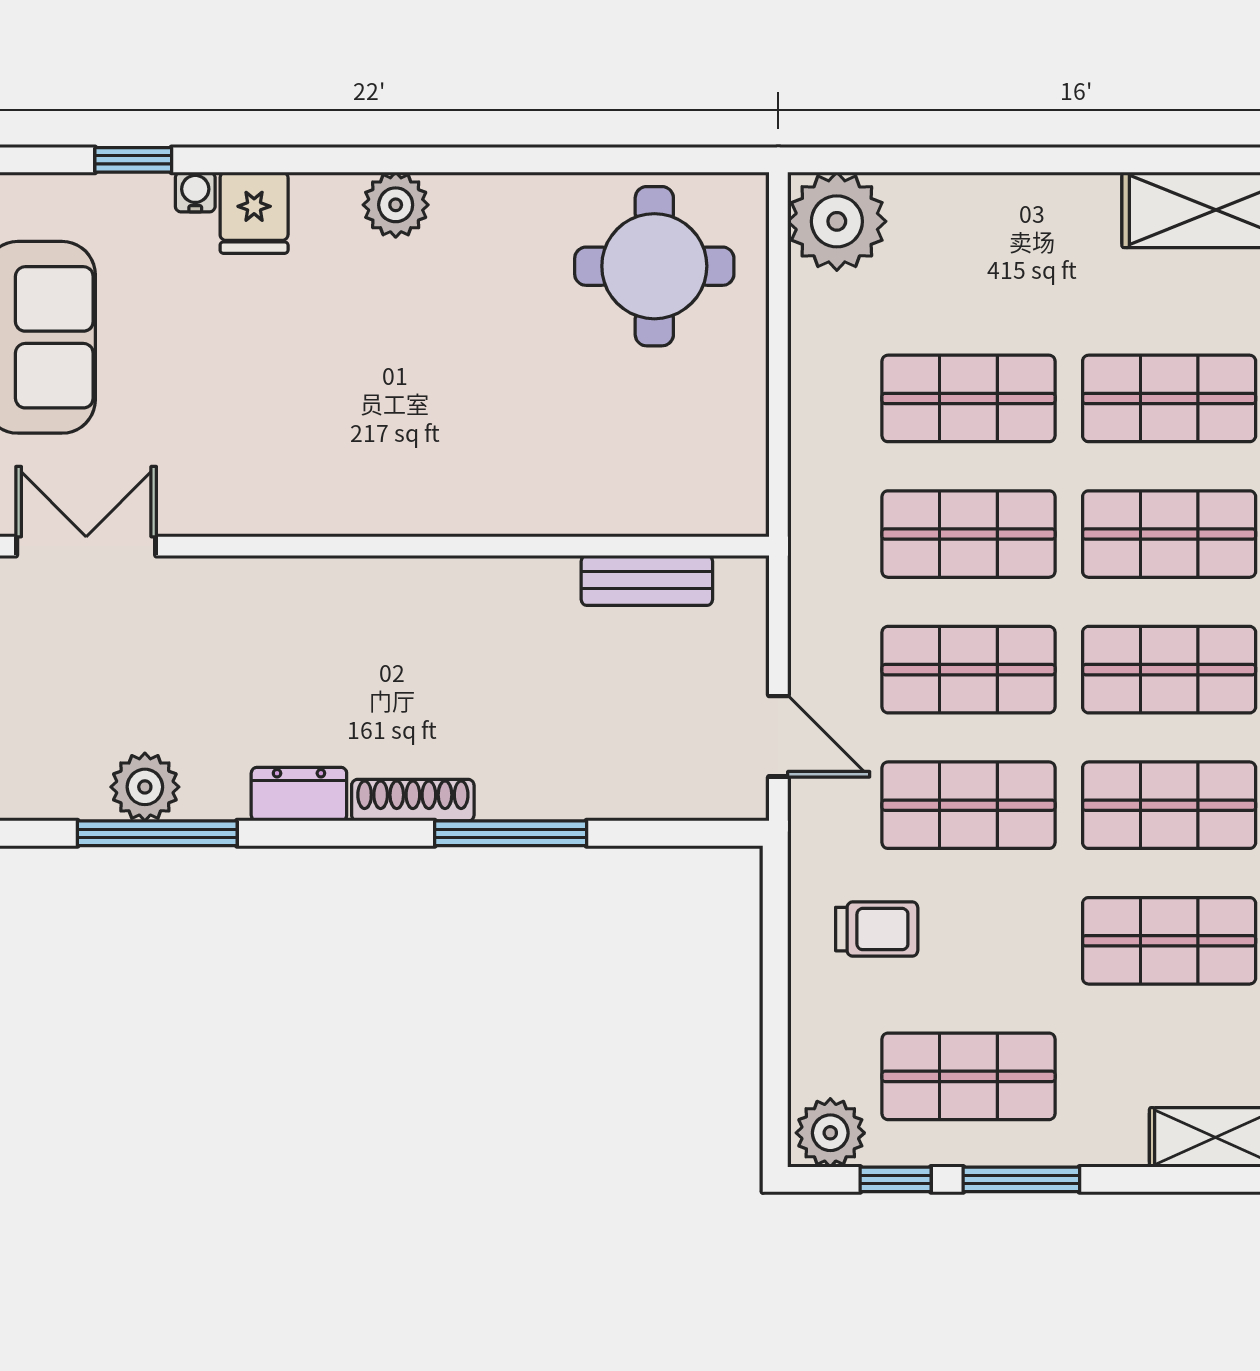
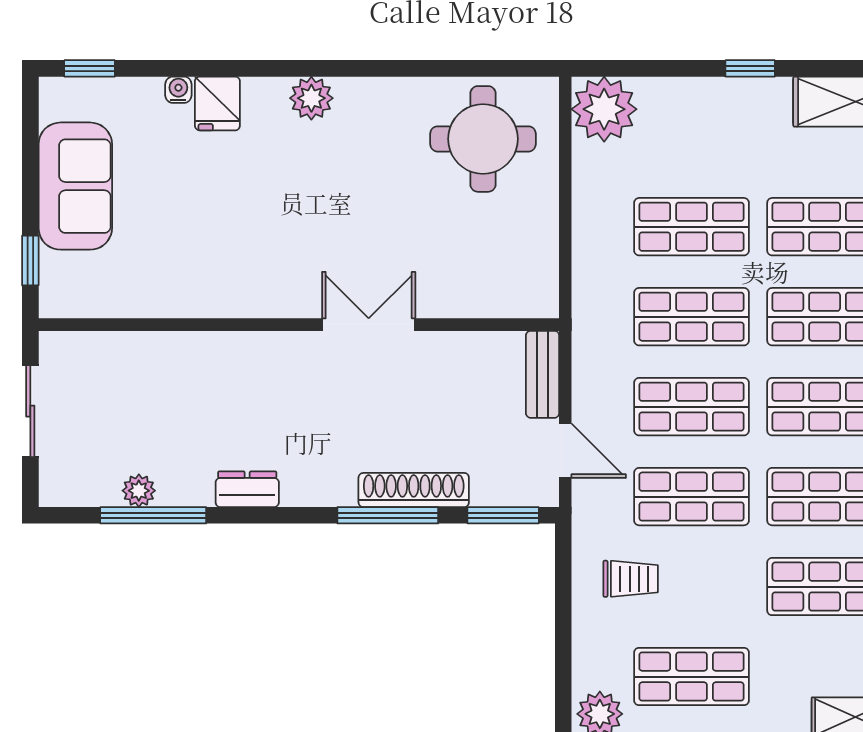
window: (133, 160) -> (90, 68), moved
window: (1057, 160) -> (750, 68), added
double door: (86, 546) -> (369, 325), moved
bench: (647, 580) -> (543, 374), moved, turned 90
plant: (145, 787) -> (139, 491), width x0.73, depth x0.73
shoe rack: (413, 800) -> (414, 490), moved, width x1.36, depth x1.24
window: (685, 833) -> (503, 515), added

